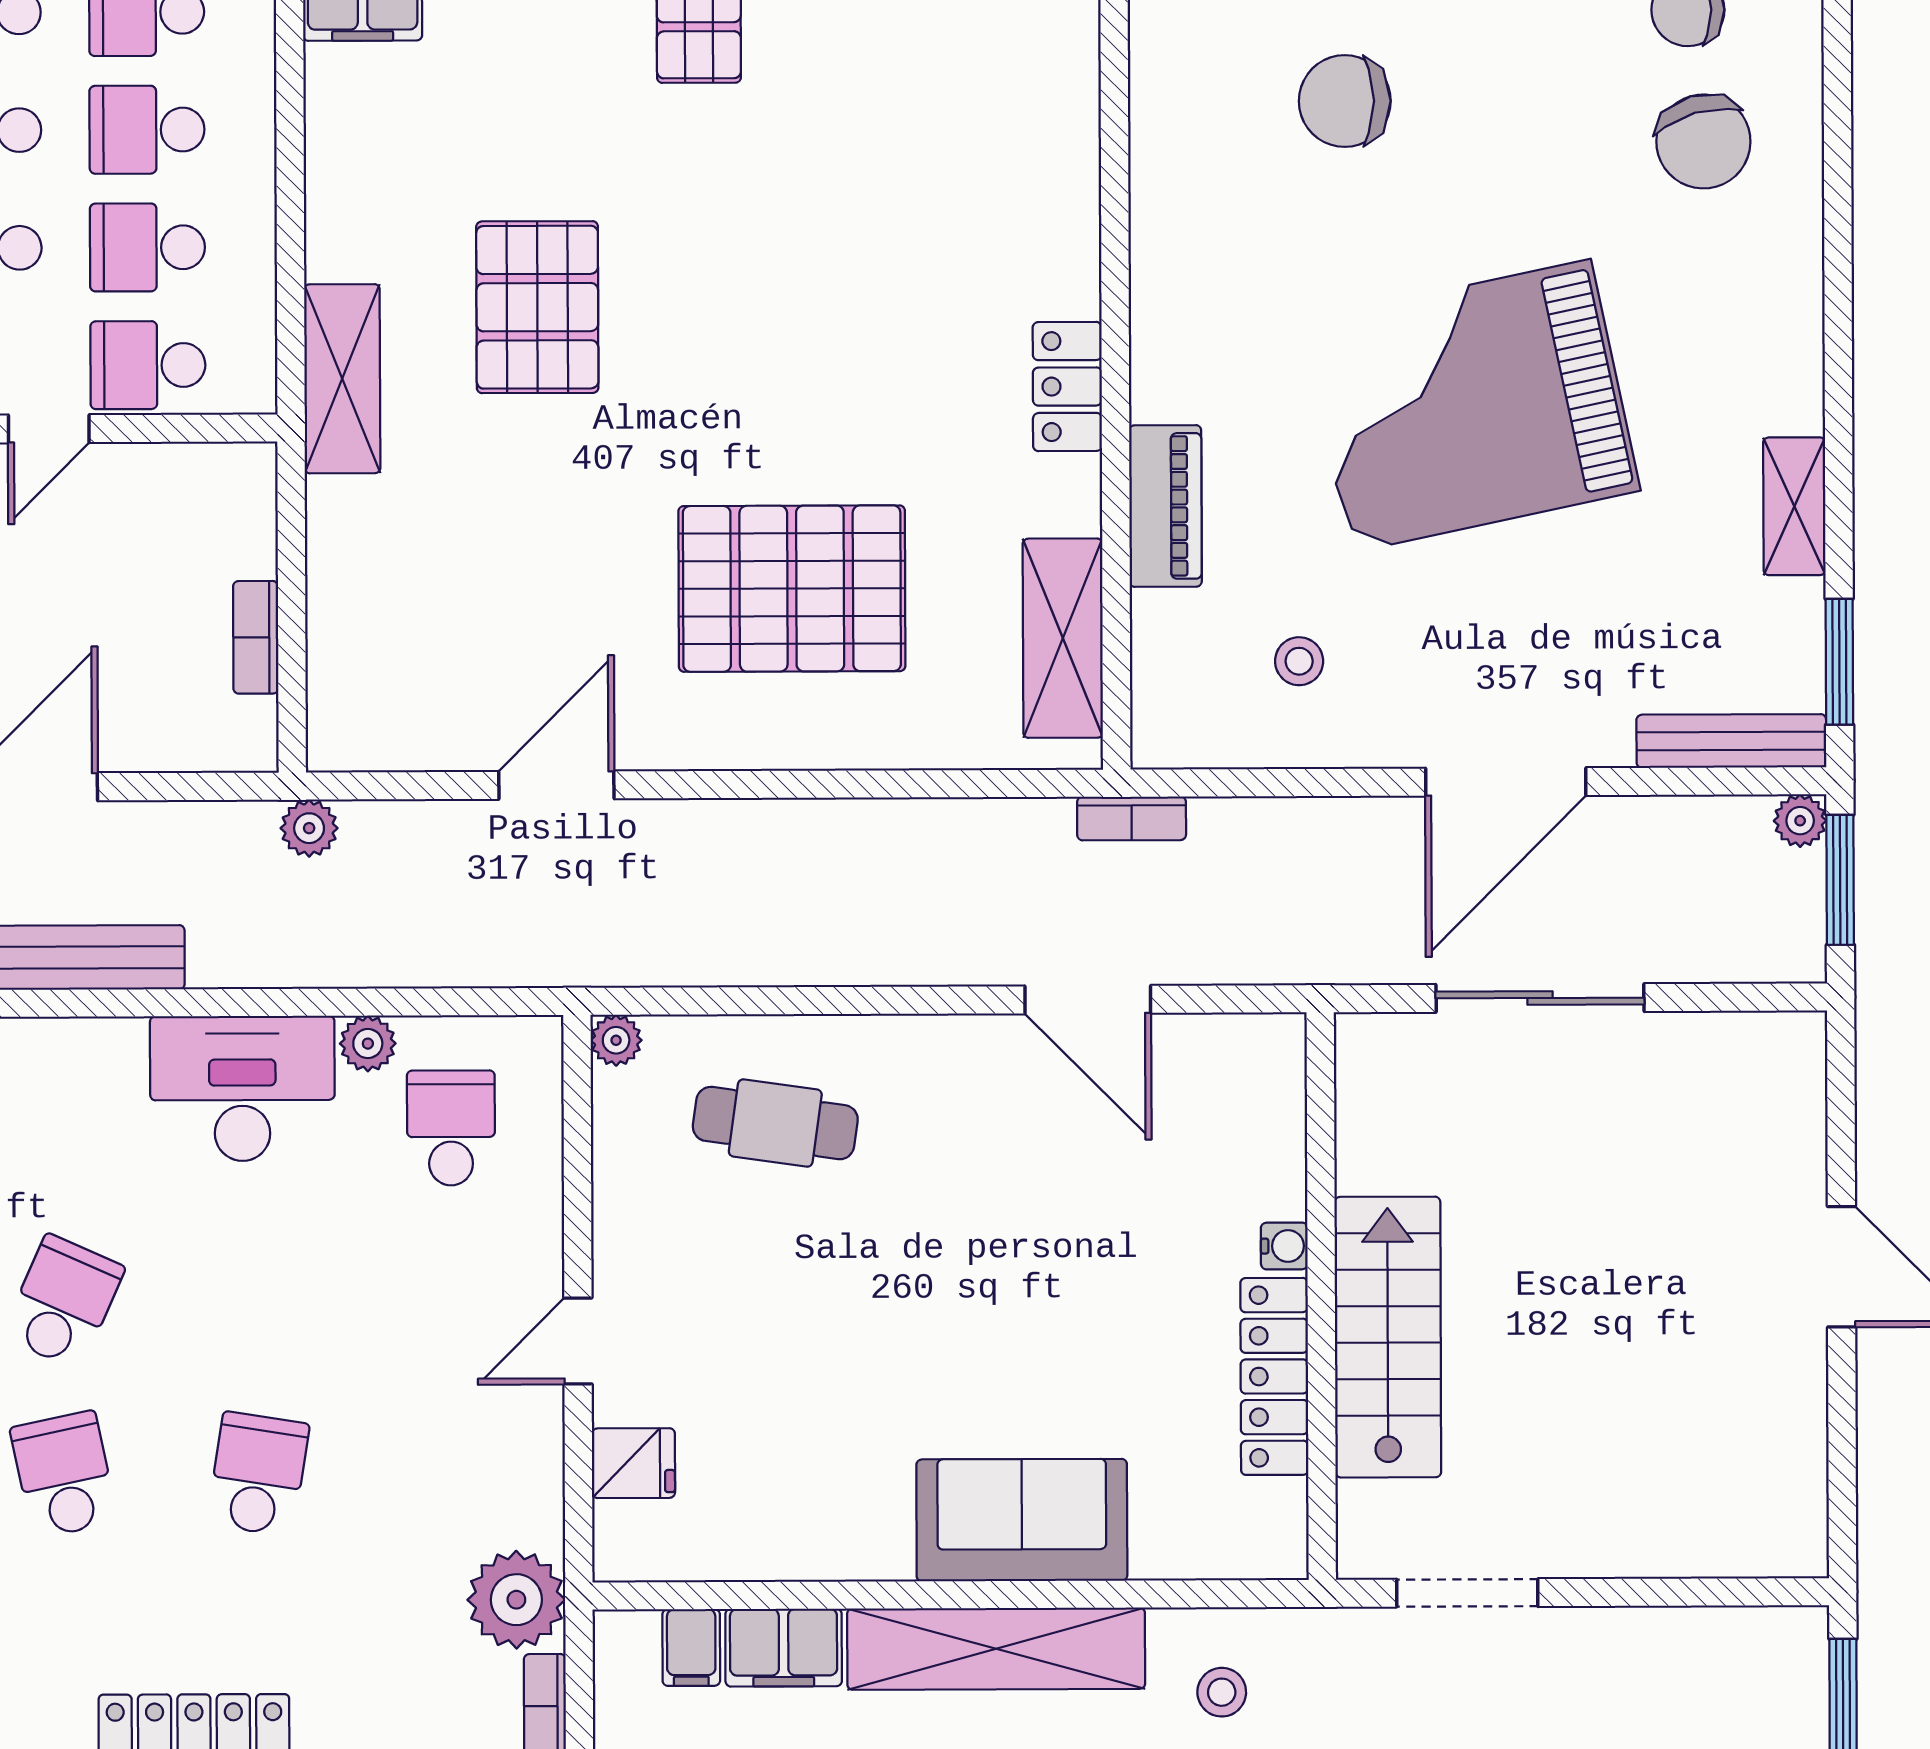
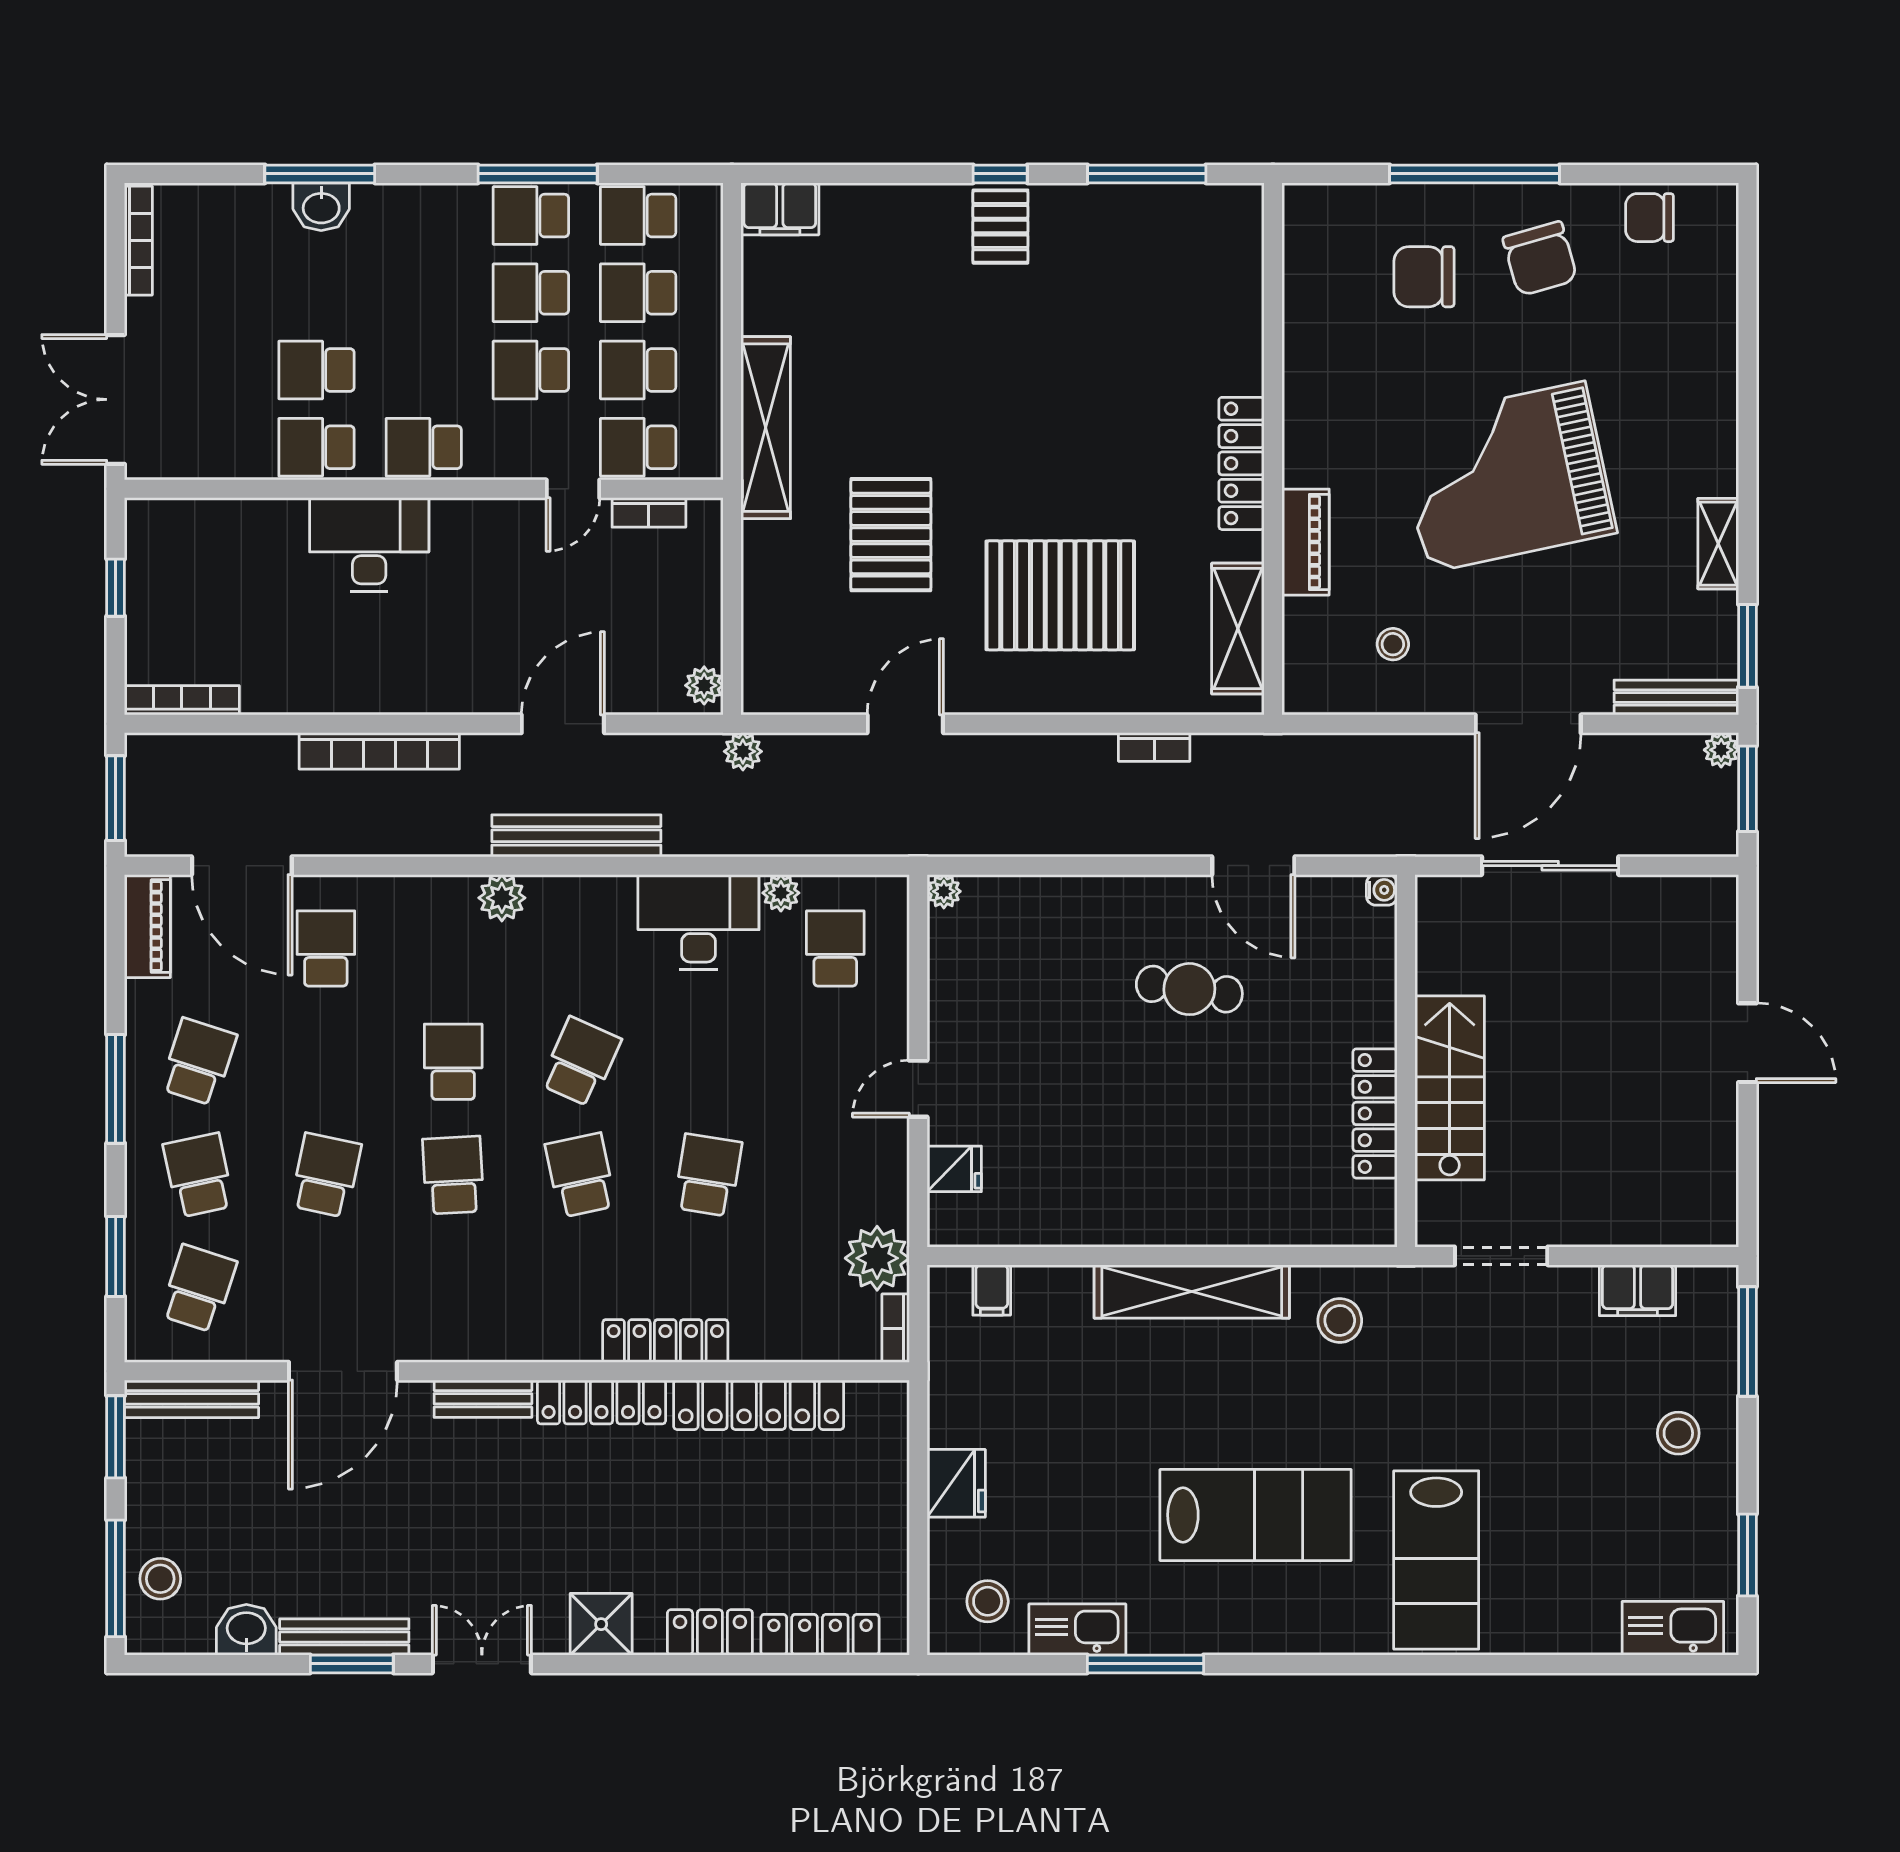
chair: (1703, 141) -> (1540, 259), moved
pallet: (537, 307) -> (891, 535), moved
shelving: (342, 379) -> (766, 428), width x1.47
locker: (1067, 387) -> (1241, 463), width x1.53
bookcase: (256, 637) -> (649, 512), moved, turned -90
plant: (250, 728) -> (704, 685), added
bookcase: (1132, 818) -> (1154, 747), moved
cafe table: (775, 1123) -> (1189, 989), moved
water cooler: (1284, 1246) -> (1382, 890), moved
sofa: (1022, 1520) -> (1209, 1207), removed
filing cabinet: (784, 1648) -> (1638, 1290), moved
stool: (1222, 1692) -> (1340, 1320), width x1.37, depth x1.37

